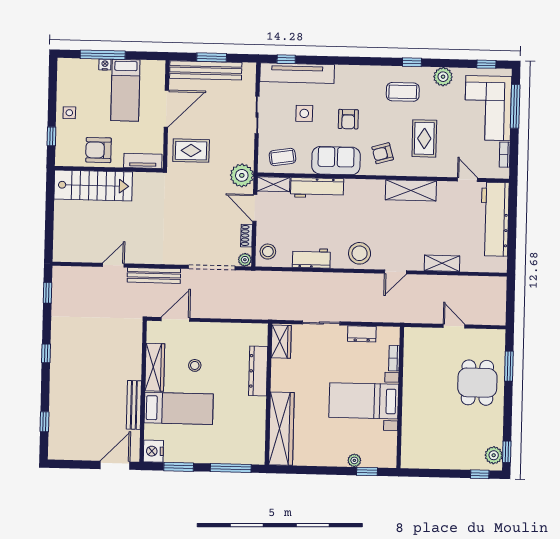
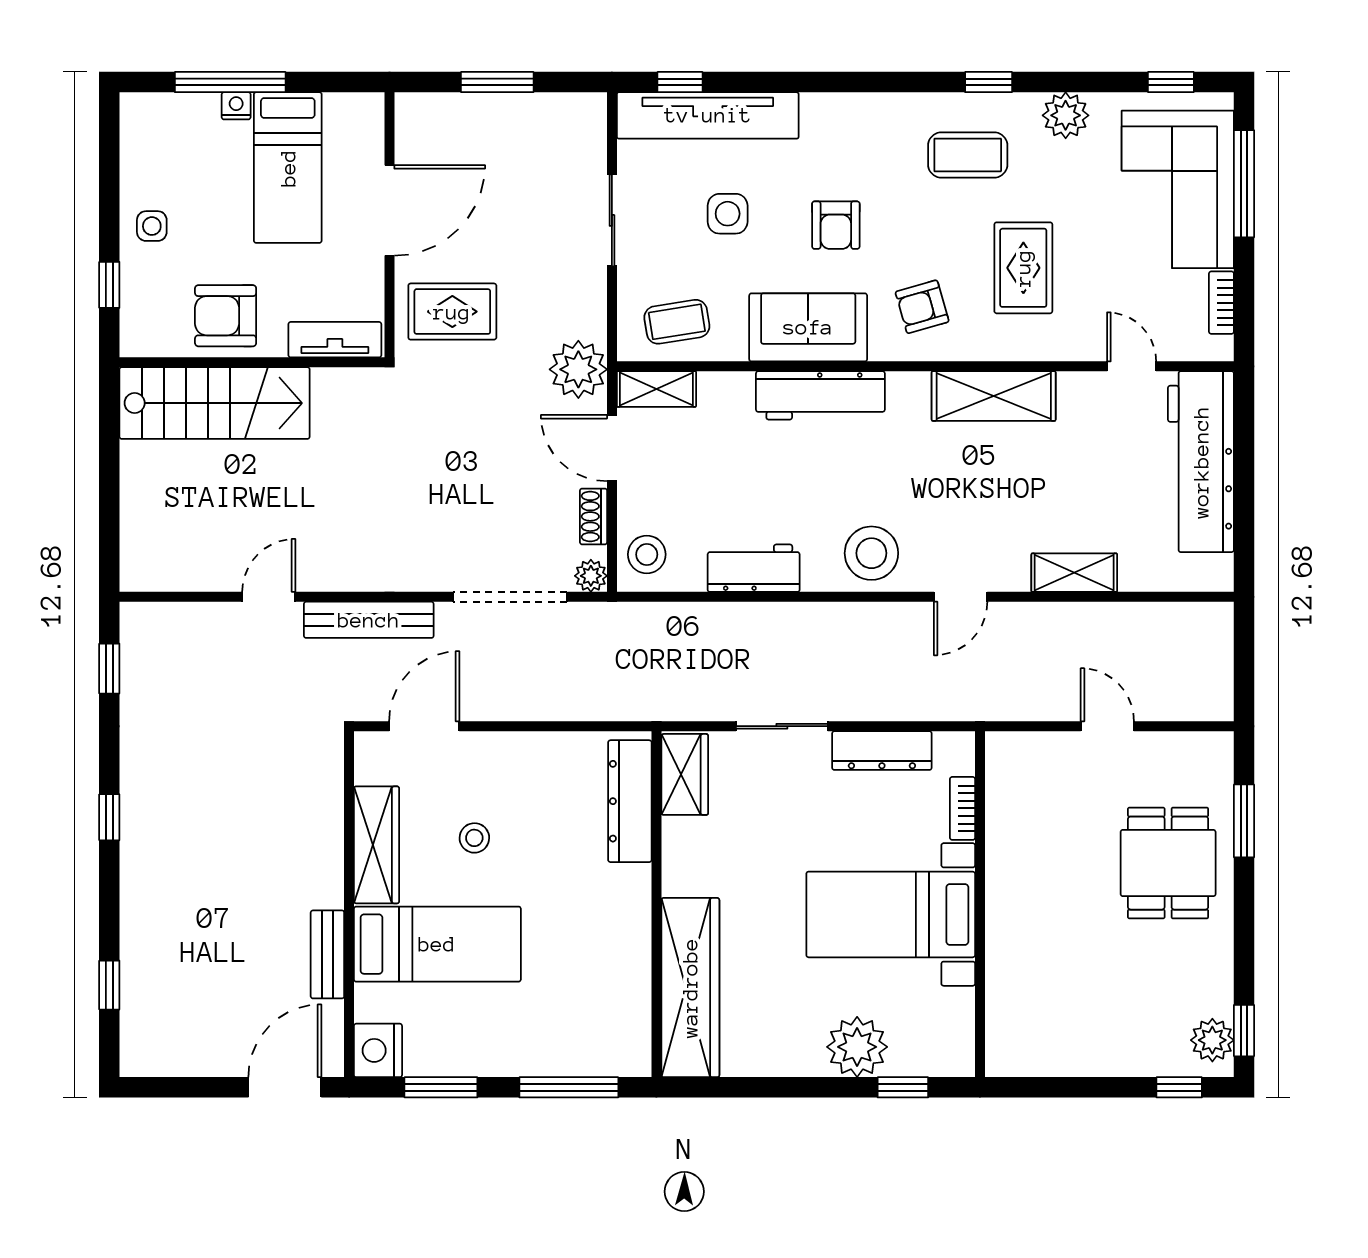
bench: (206, 70) -> (484, 114), removed
workbench: (317, 188) -> (820, 395), moved
dresser: (362, 334) -> (882, 751), width x1.44
dresser: (258, 371) -> (630, 801), moved
bench: (134, 405) -> (327, 954), width x0.73
plant: (354, 460) -> (857, 1047), width x1.87, depth x1.87

